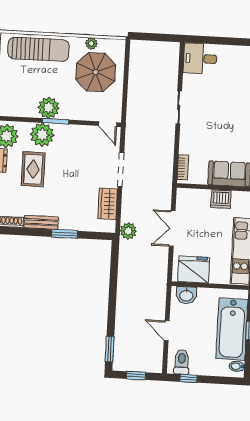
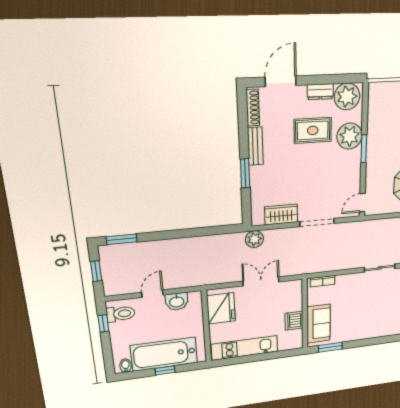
plant: (48, 108) -> (377, 140), removed
washbasin: (186, 295) -> (177, 301), moved, turned -90

